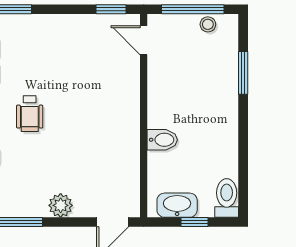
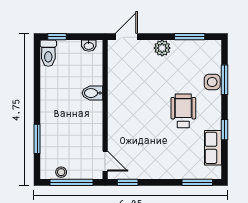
wheelchair: (30, 114) -> (183, 111), width x1.36, depth x1.37
washbasin: (177, 205) -> (89, 46), width x0.52, depth x0.69
window: (195, 222) -> (57, 37), moved

